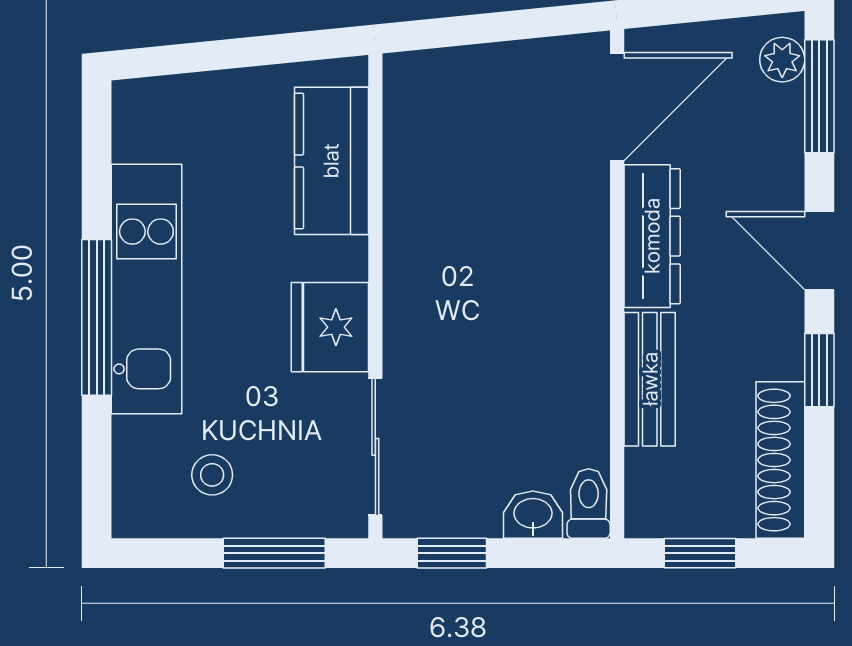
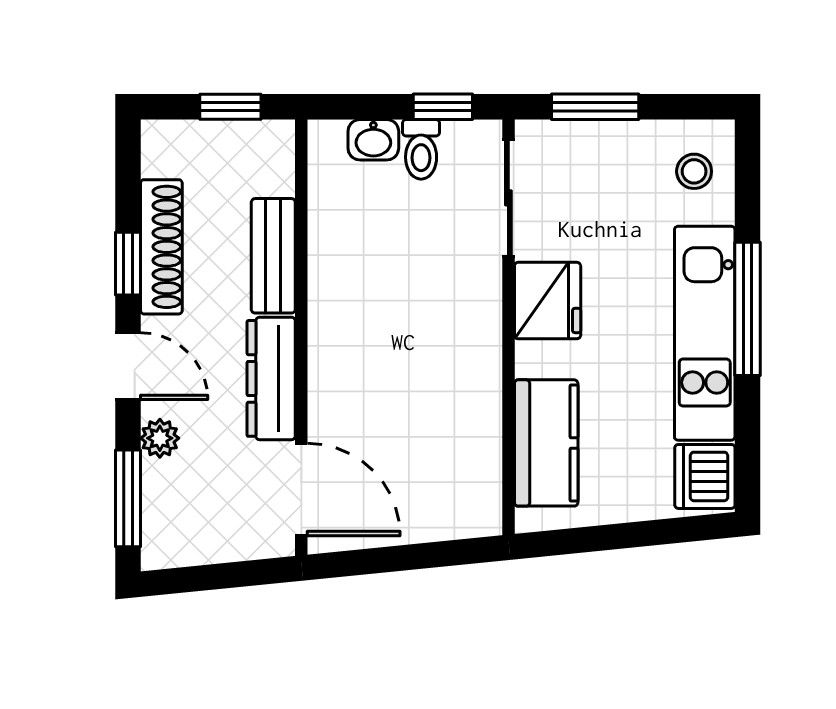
plant: (782, 60) -> (160, 438), moved
door: (617, 107) -> (301, 489), swing flipped
dishwasher: (146, 122) -> (705, 476), added
shoe rack: (780, 460) -> (161, 247), moved
stool: (212, 475) -> (694, 171), moved
toilet: (589, 504) -> (421, 149), moved

